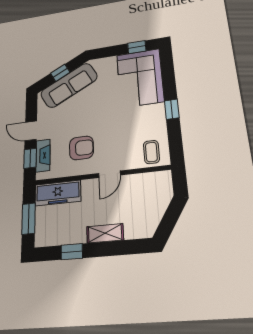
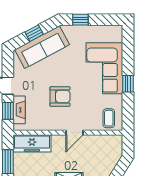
window: (137, 47) -> (80, 20), moved
corner sofa: (140, 78) -> (104, 68), moved
armchair: (81, 148) -> (60, 97), moved

